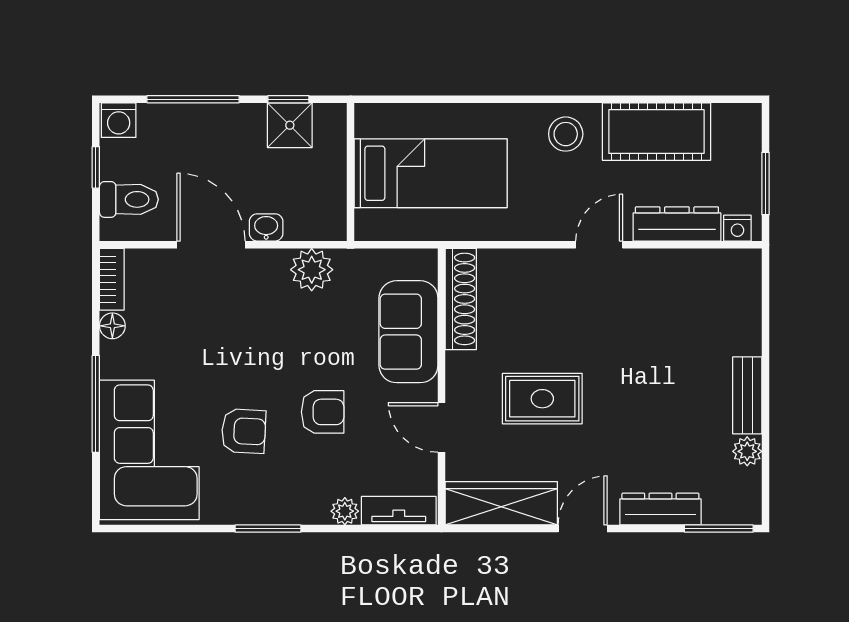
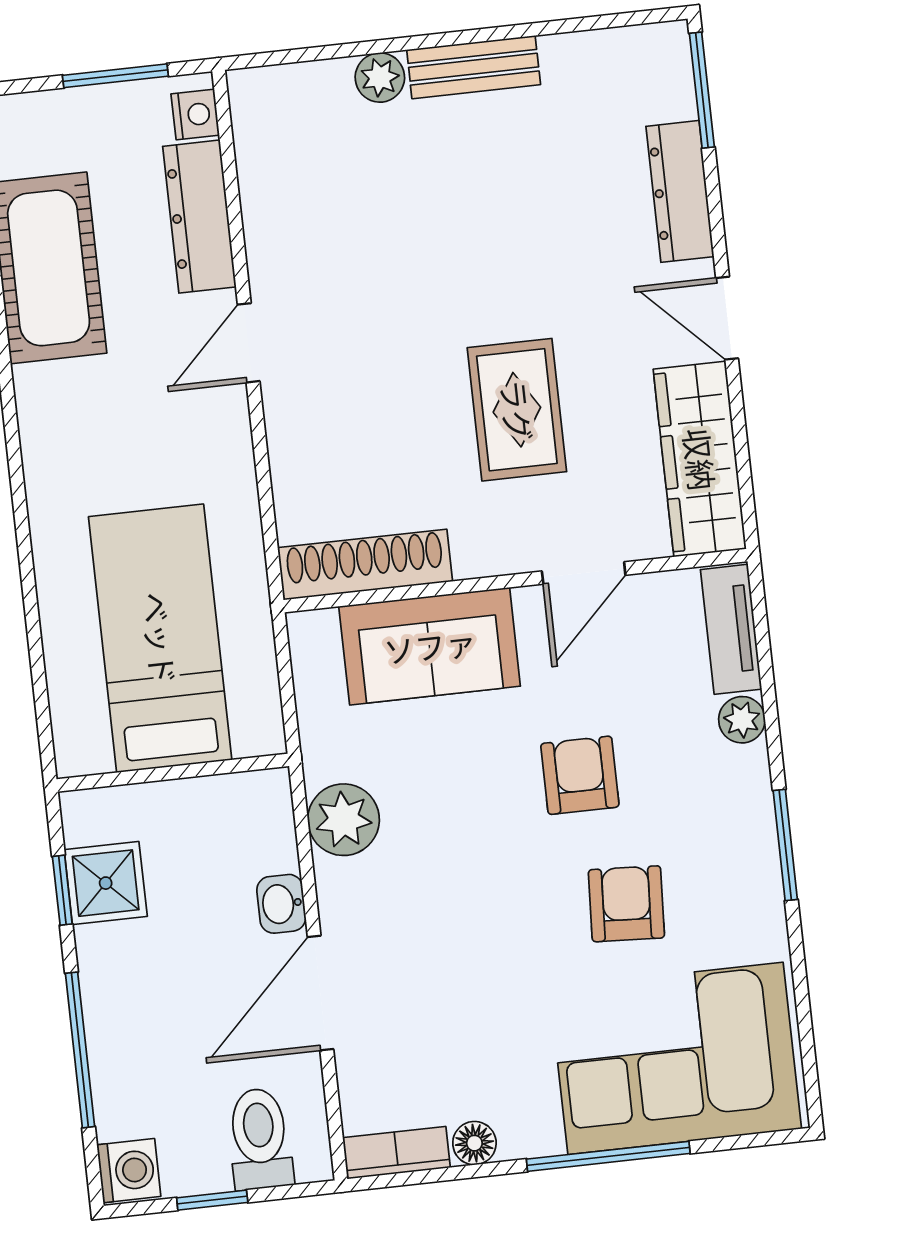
stool: (566, 134) -> (69, 419), removed
door: (599, 245) -> (249, 343), hinge flipped
plant: (747, 451) -> (380, 77), moved

